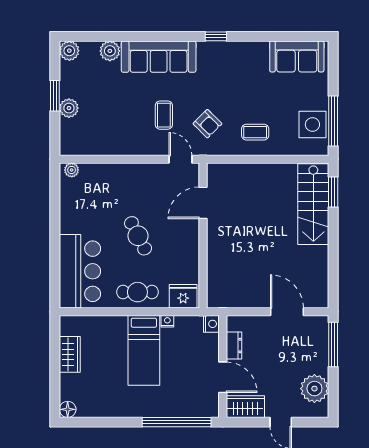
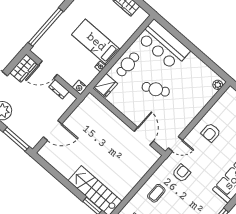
coffee table: (164, 115) -> (205, 155), removed
armchair: (207, 124) -> (181, 173), turned 135
armchair: (132, 130) -> (211, 133), added

